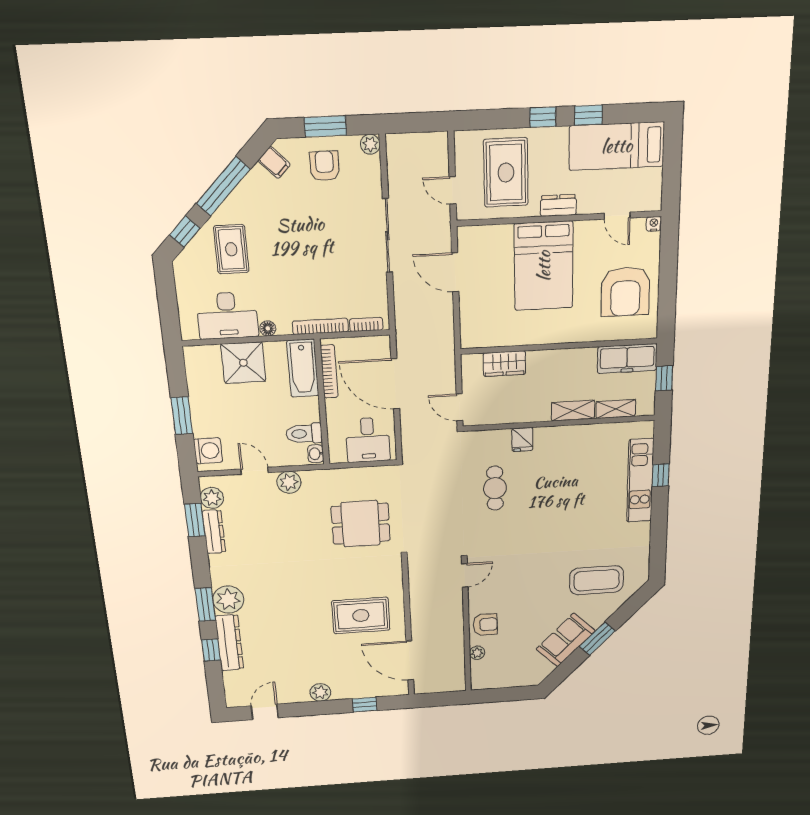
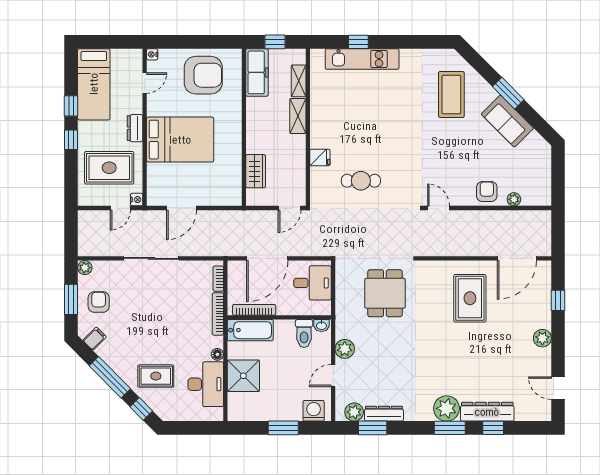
armchair: (324, 166) -> (99, 302), turned 90
nightstand: (464, 212) -> (137, 200), added

